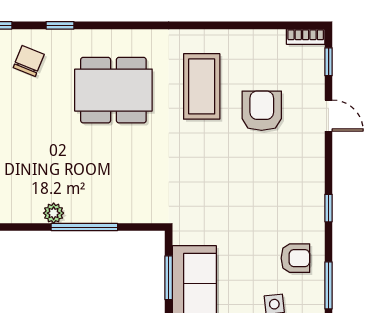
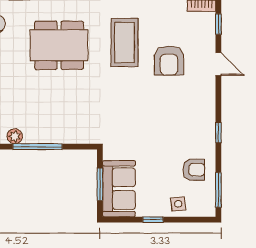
armchair: (262, 111) -> (169, 61), turned 180

